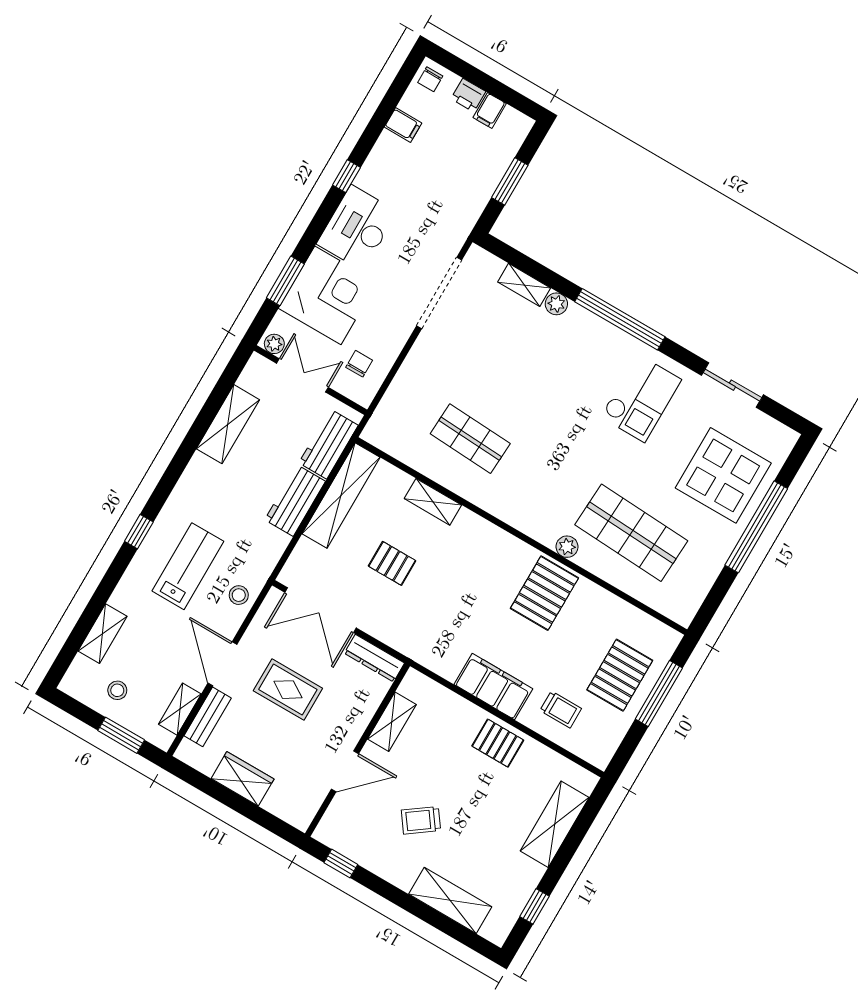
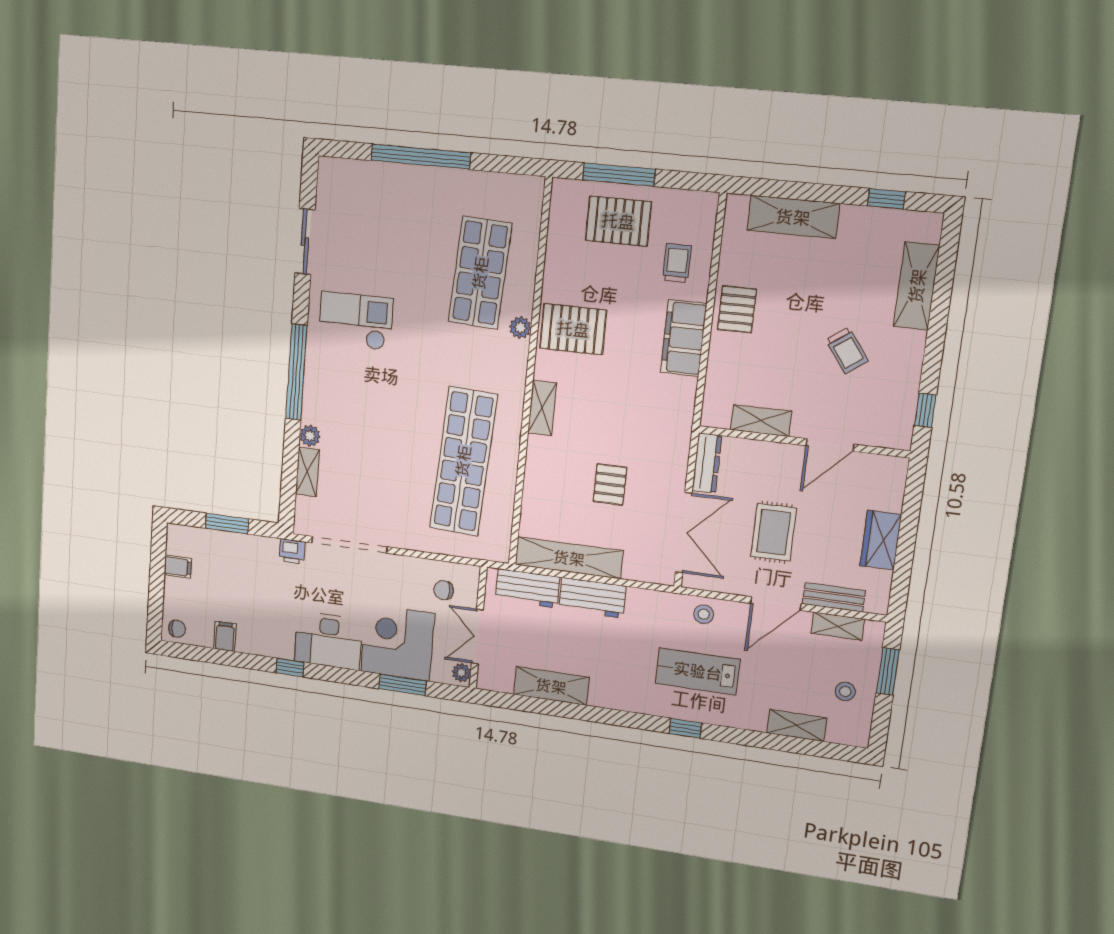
printer: (468, 95) -> (292, 551), moved, turned 90
shop shelf: (470, 439) -> (463, 461), width x2.00, depth x1.36
display table: (723, 475) -> (389, 211), removed
shelving: (433, 502) -> (542, 408), moved
door: (345, 771) -> (830, 445), swing flipped

